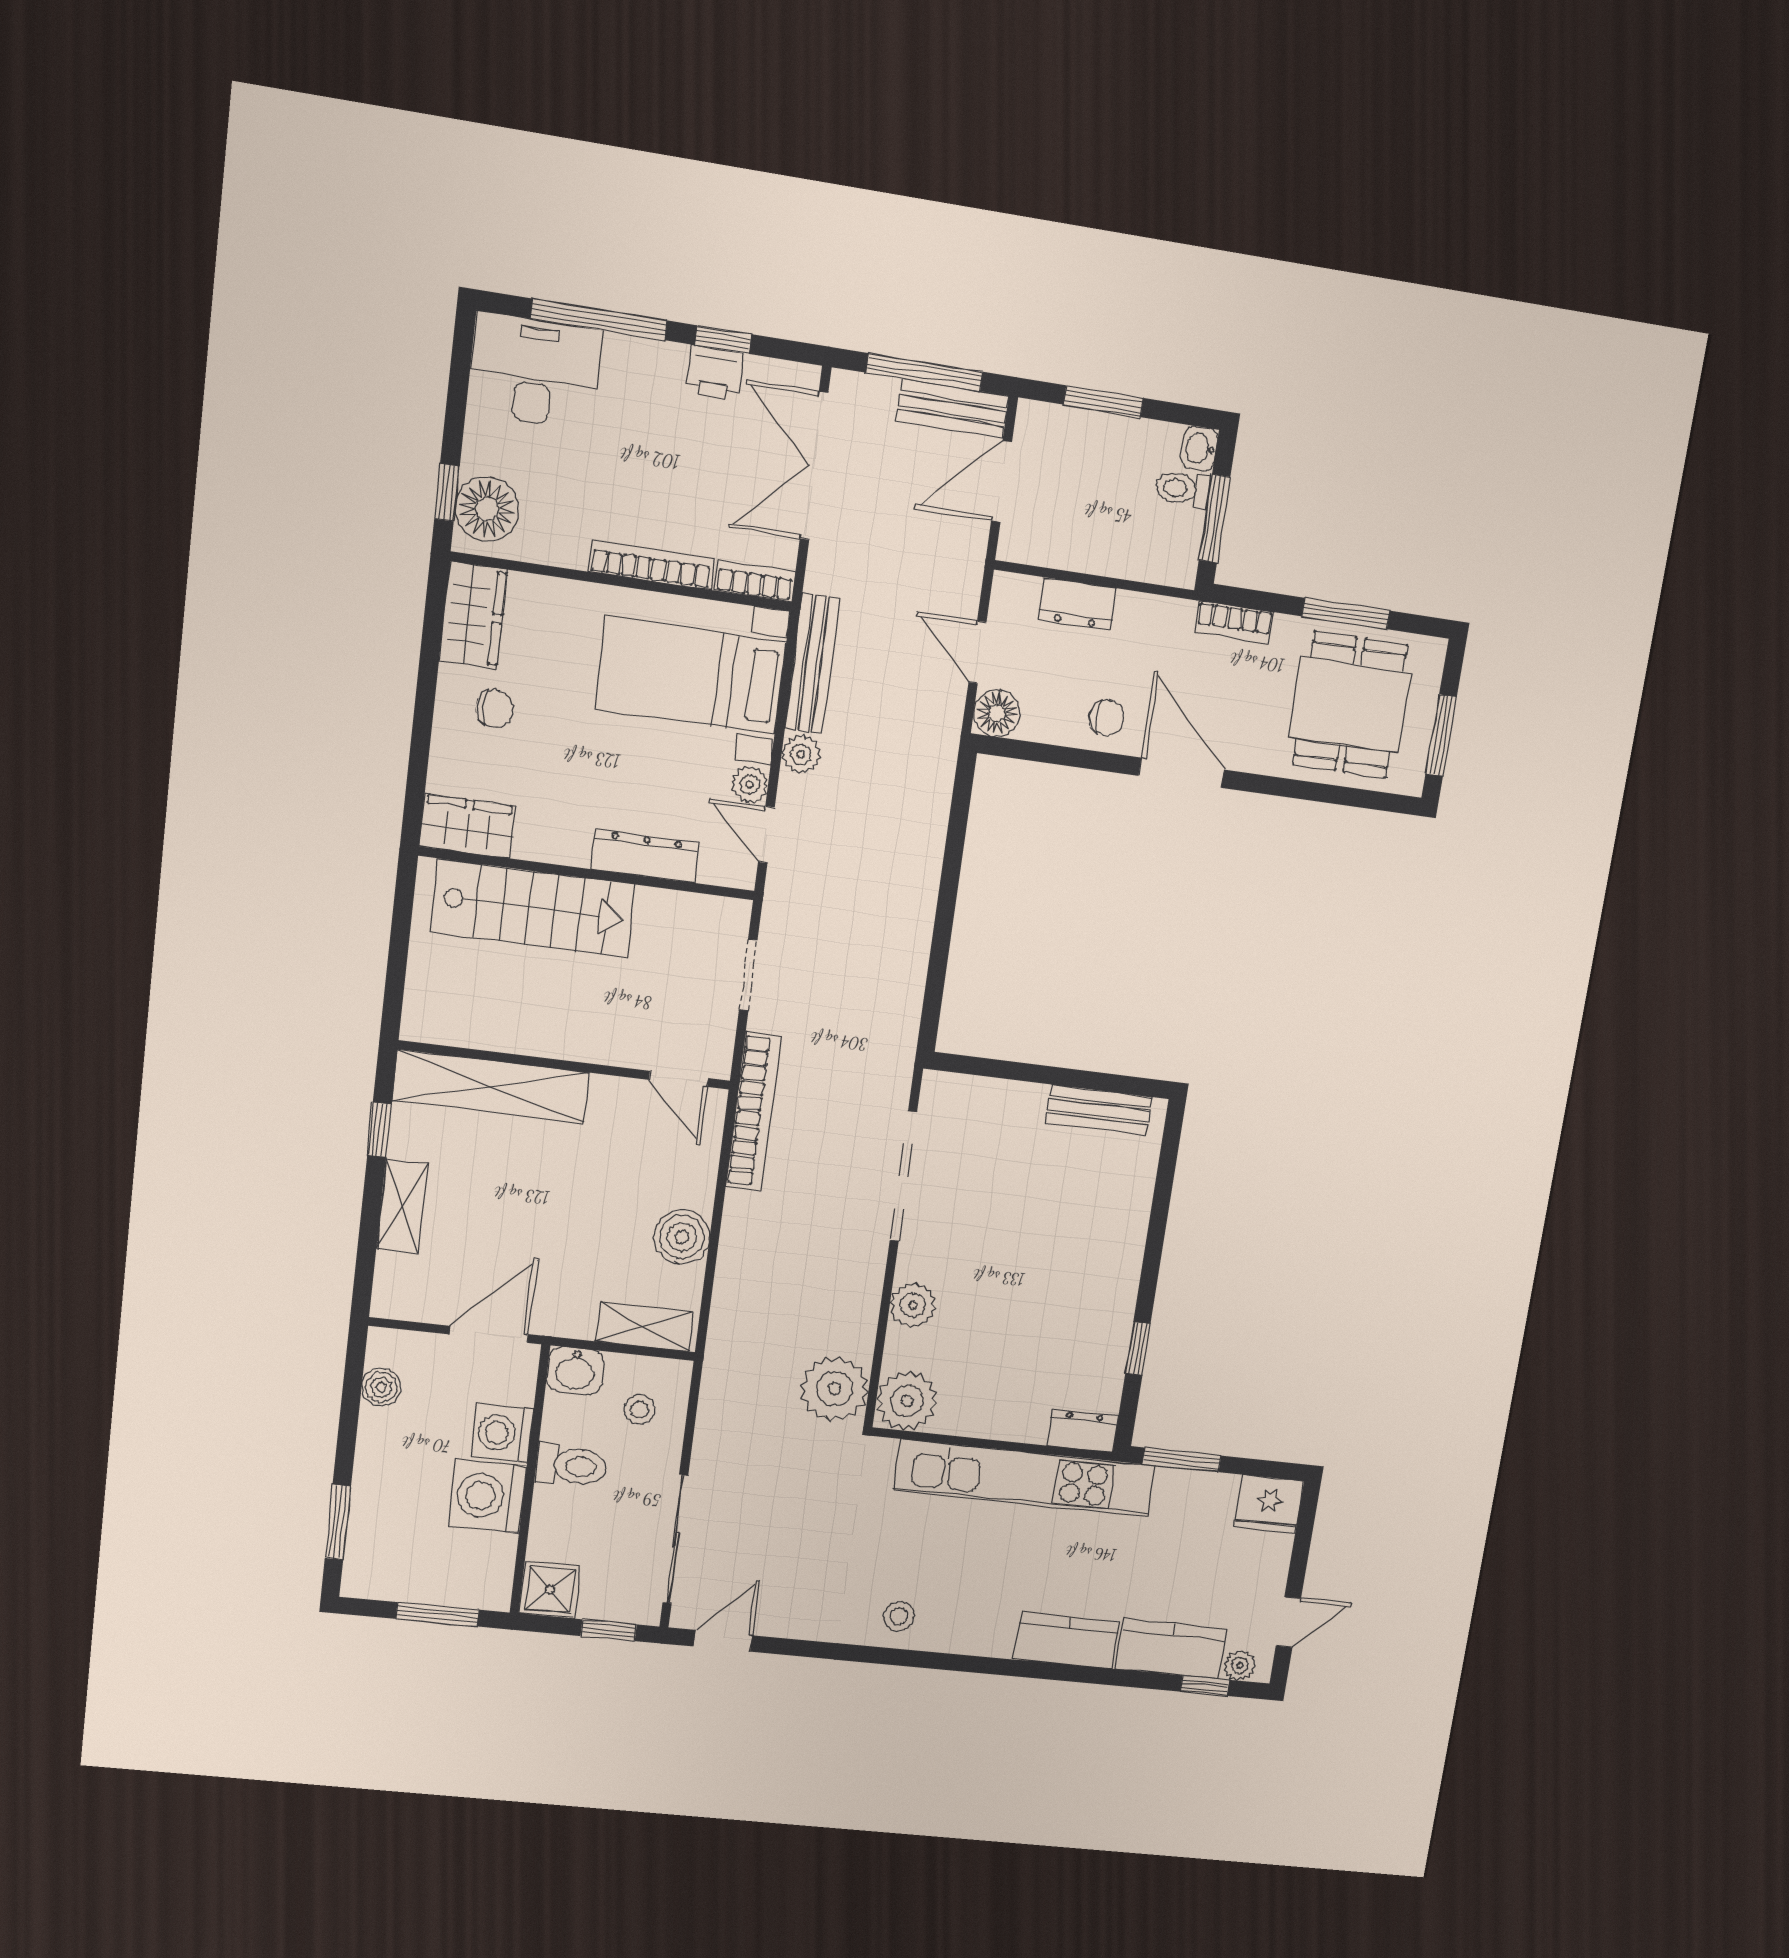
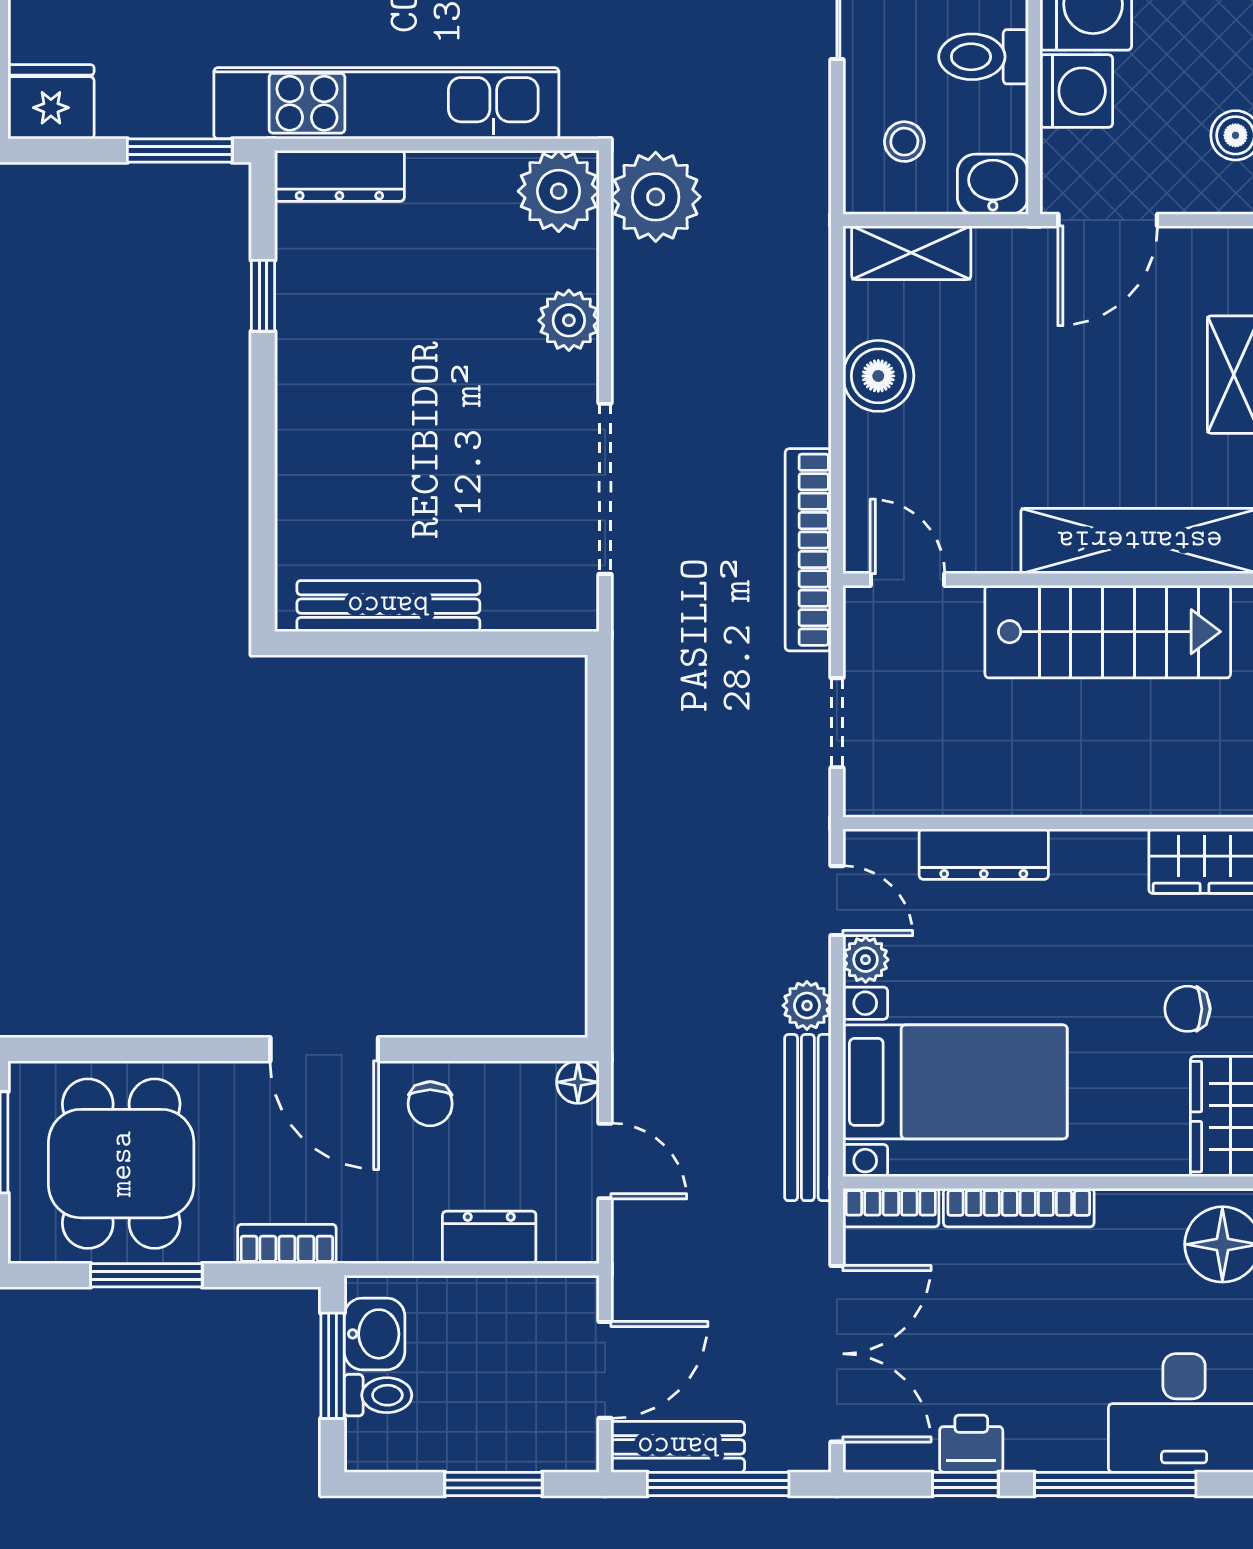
washbasin: (1199, 449) -> (374, 1334), moved, width x1.38, depth x1.45
floor lamp: (997, 713) -> (578, 1082), width x0.73, depth x0.73
chair: (1107, 718) -> (430, 1104), turned -90
stairs: (533, 908) -> (1108, 632), moved, turned 180
bench: (1099, 1110) -> (388, 606), width x1.36
dresser: (1083, 1431) -> (339, 176), width x1.44

